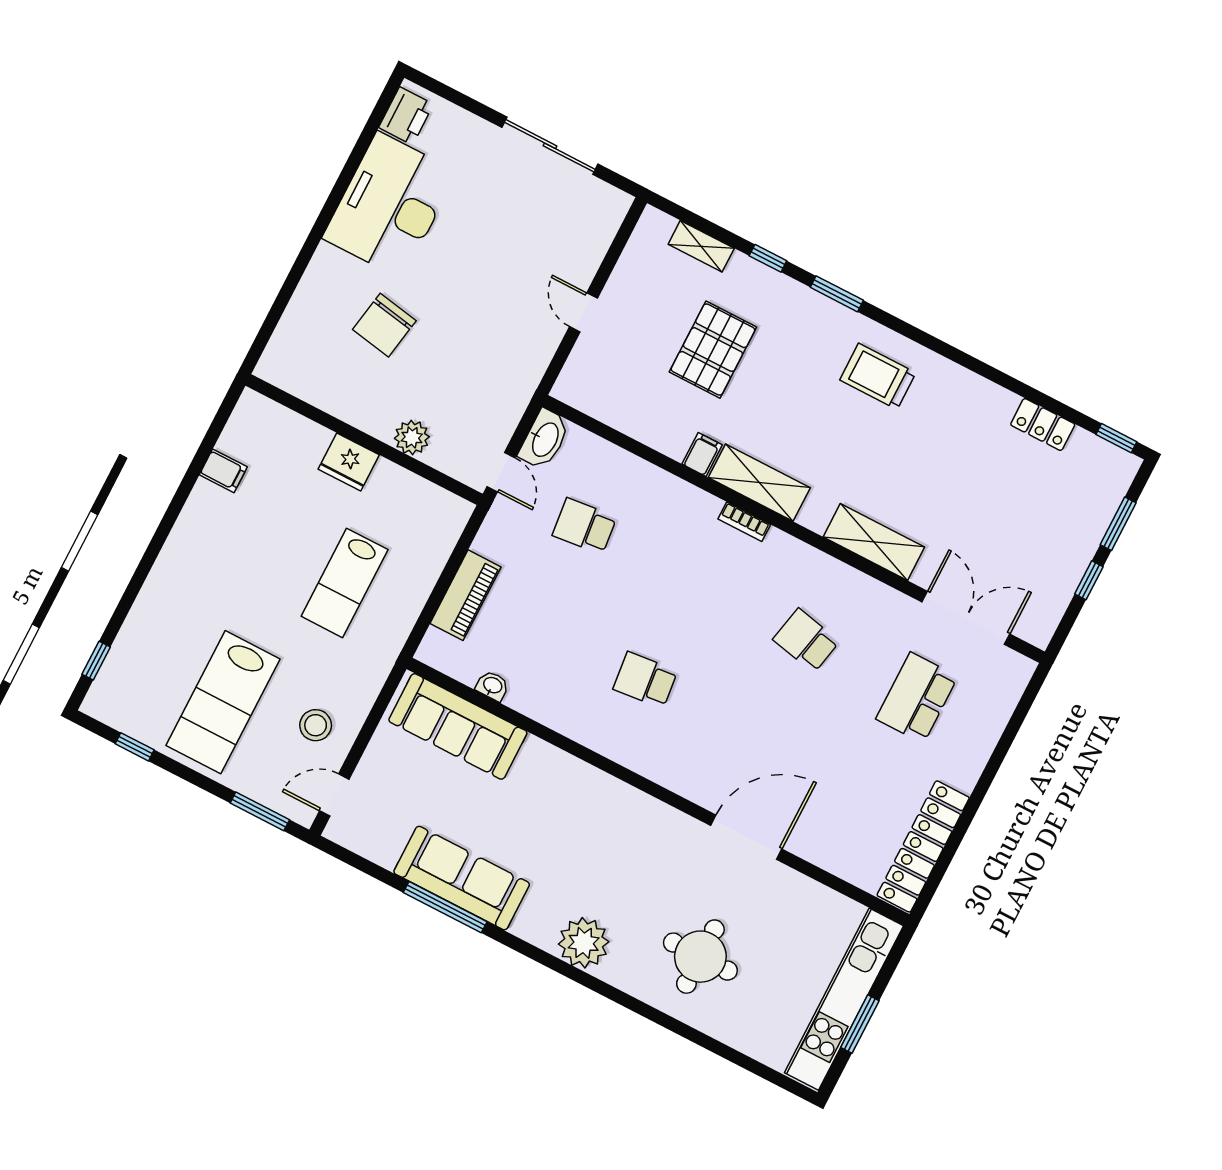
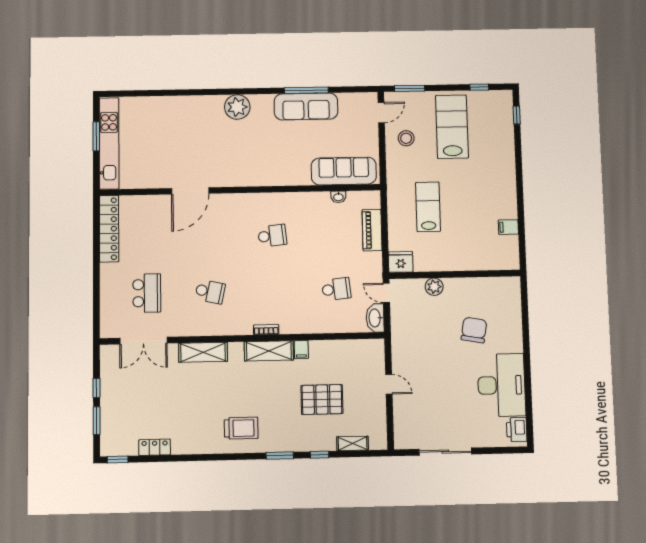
pallet: (713, 350) -> (322, 399), turned 90
fridge: (349, 462) -> (401, 262), moved
round table: (700, 957) -> (183, 128), removed

